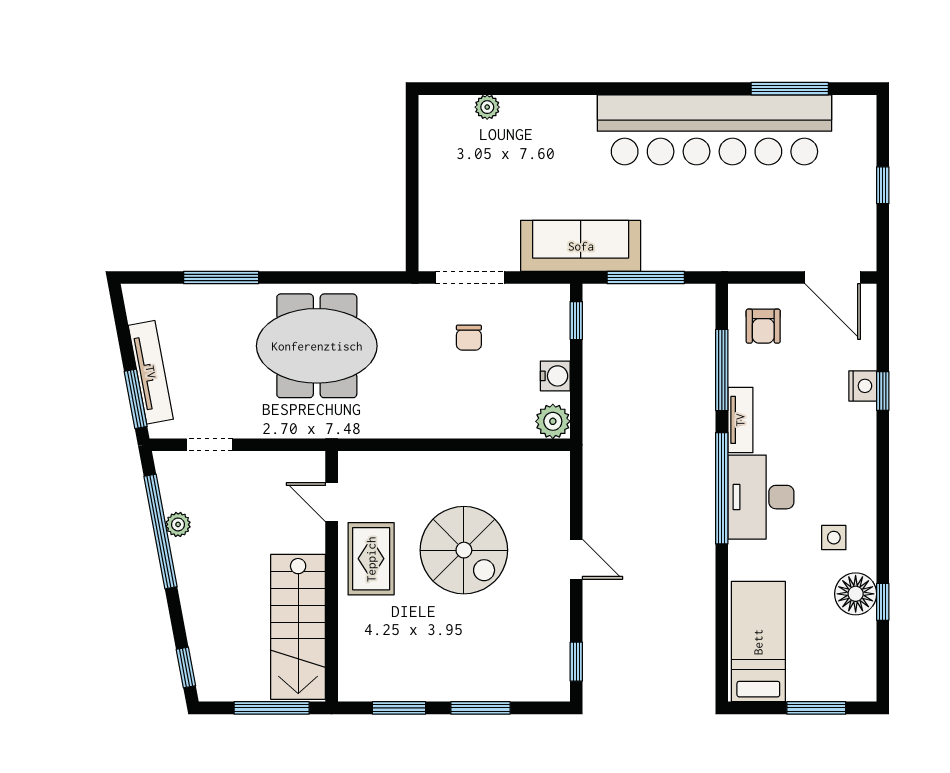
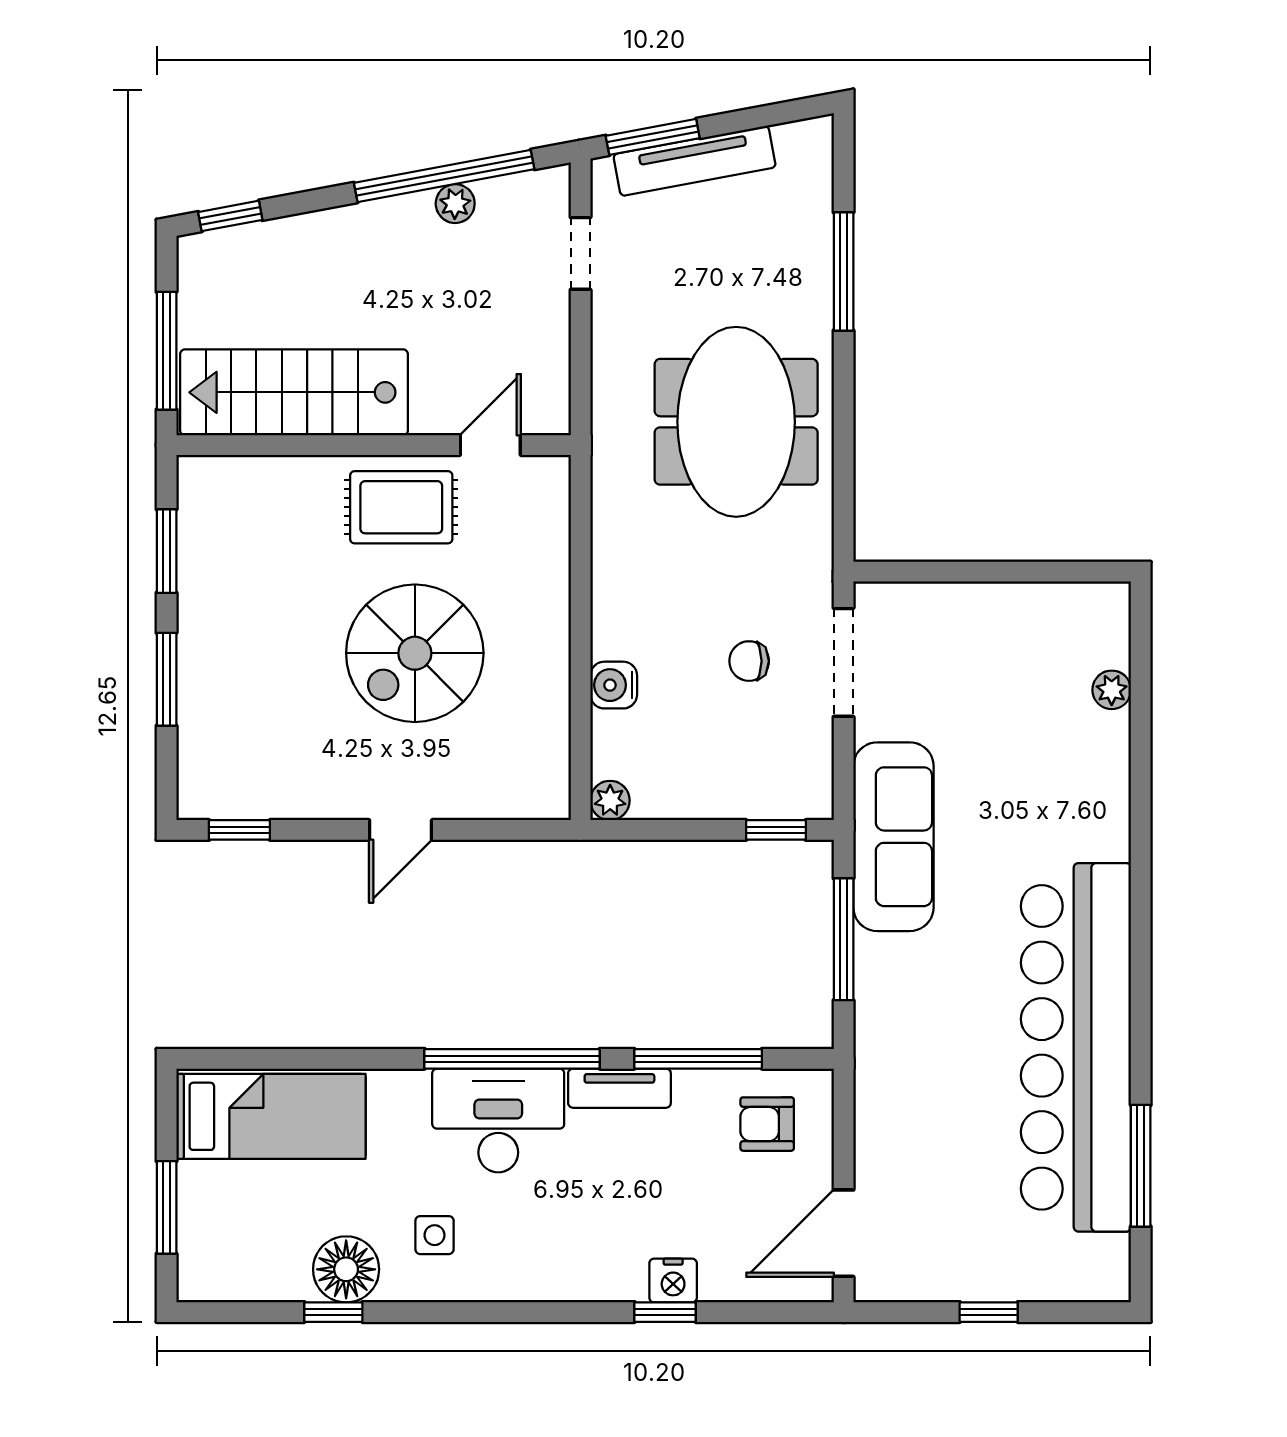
water cooler: (555, 376) -> (614, 685), moved, turned 90
plant: (553, 421) -> (610, 800), width x0.73, depth x0.73

